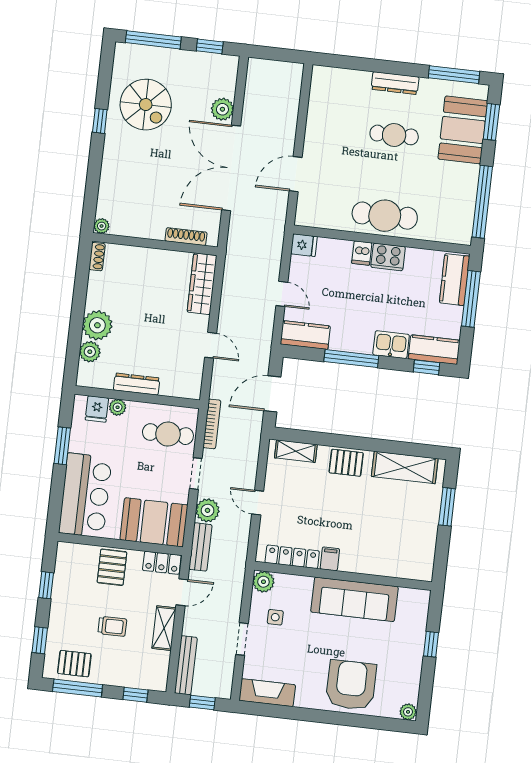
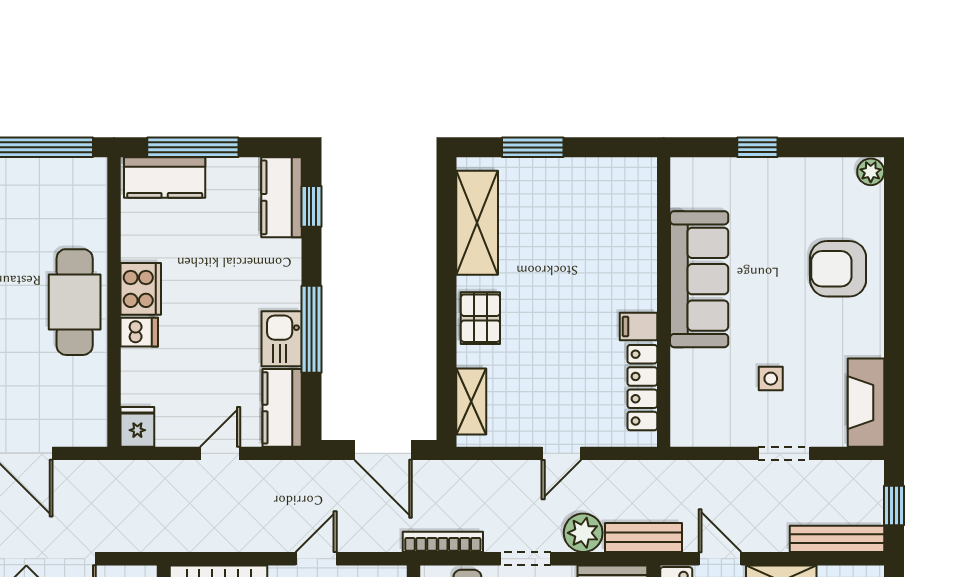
kitchen sink: (391, 345) -> (282, 339), moved
plant: (263, 582) -> (688, 429), removed
side table: (275, 617) -> (771, 379), moved
armchair: (351, 685) -> (838, 269), width x0.73, depth x0.73

